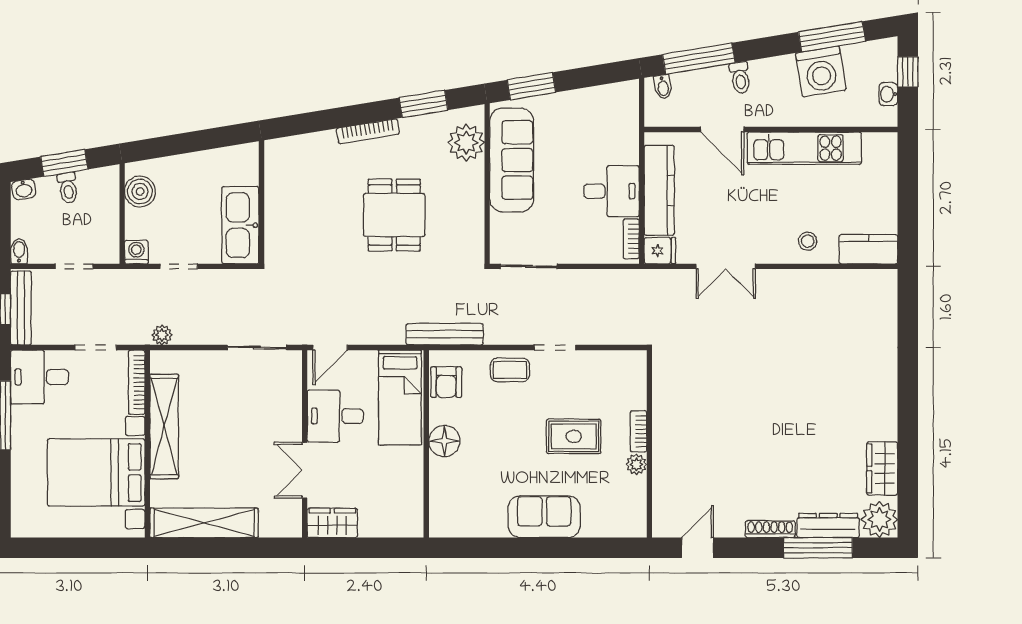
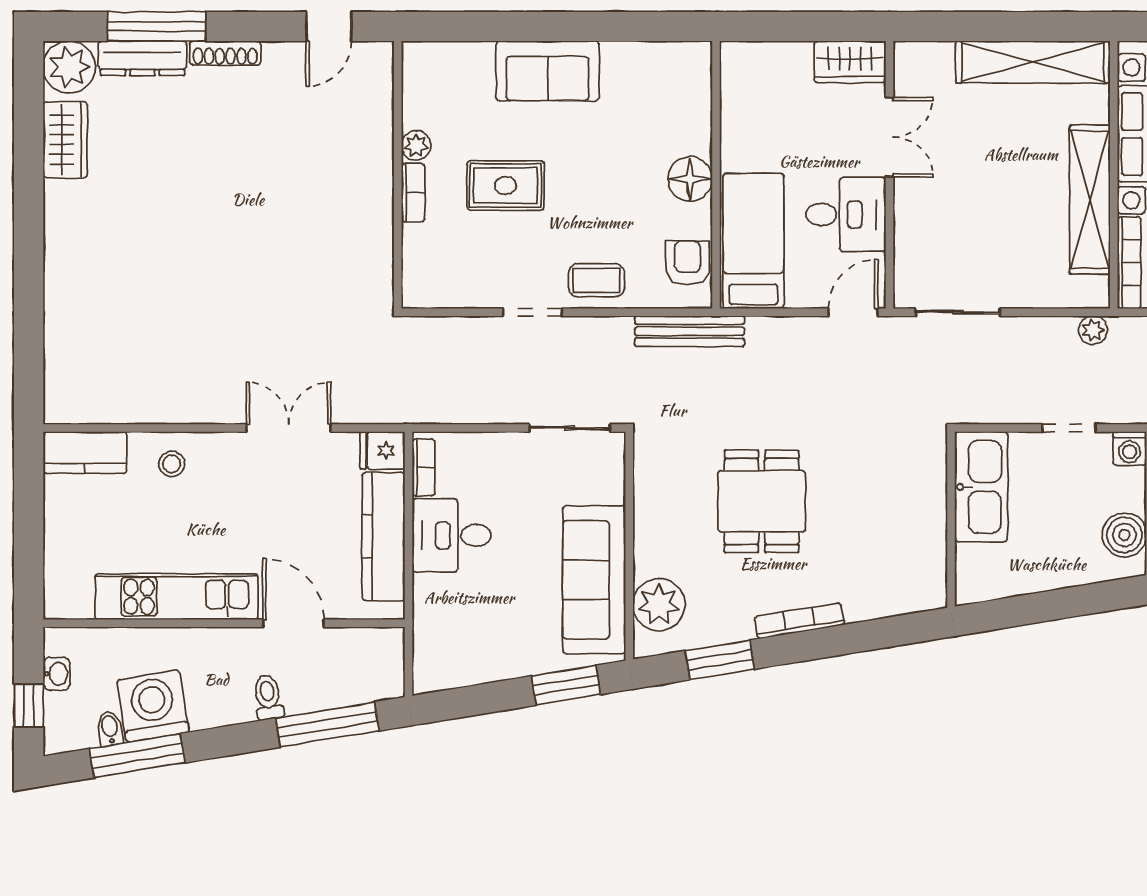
bidet: (663, 87) -> (110, 728), moved

